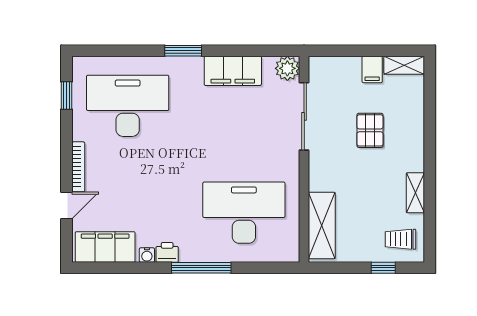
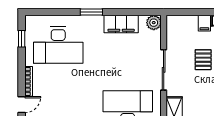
desk: (128, 106) -> (58, 45), turned 180
sliding door: (304, 116) -> (164, 70), moved

